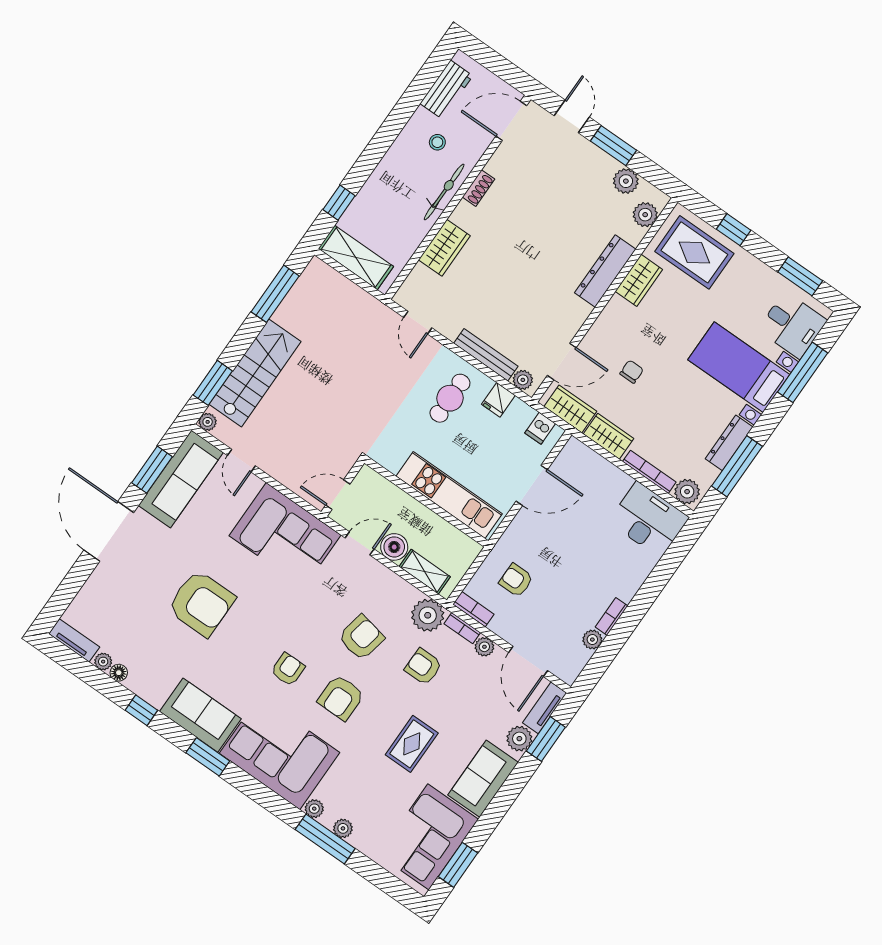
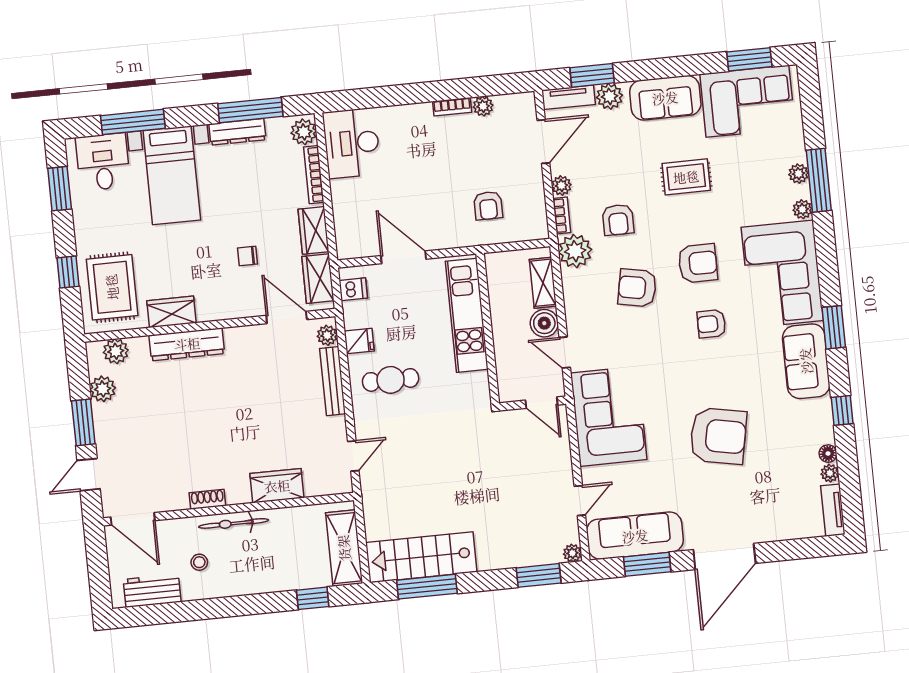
stairs: (255, 373) -> (421, 557), moved
armchair: (201, 603) -> (718, 436), turned 101
bookcase: (473, 609) -> (539, 219), removed

